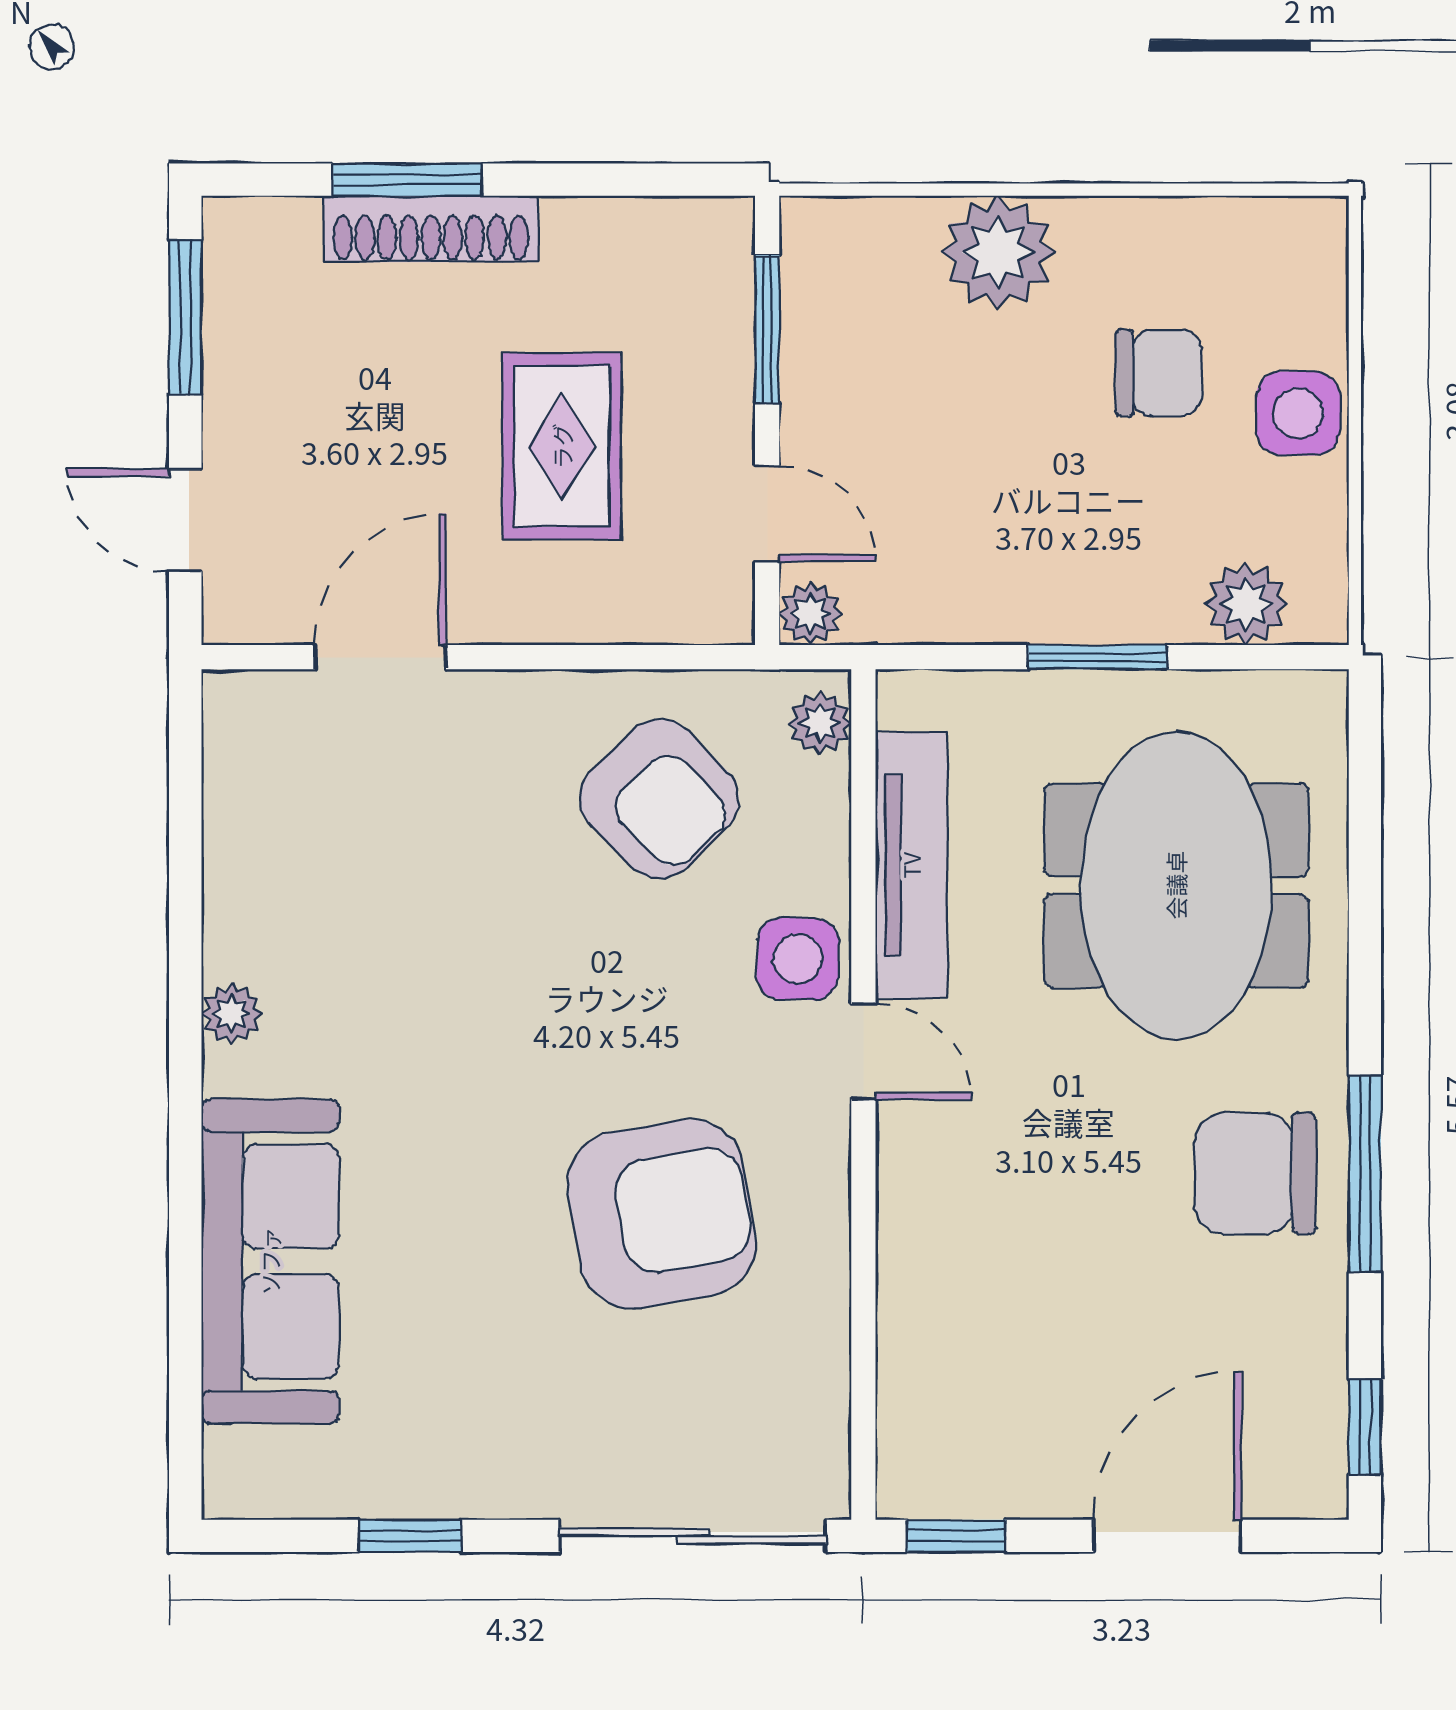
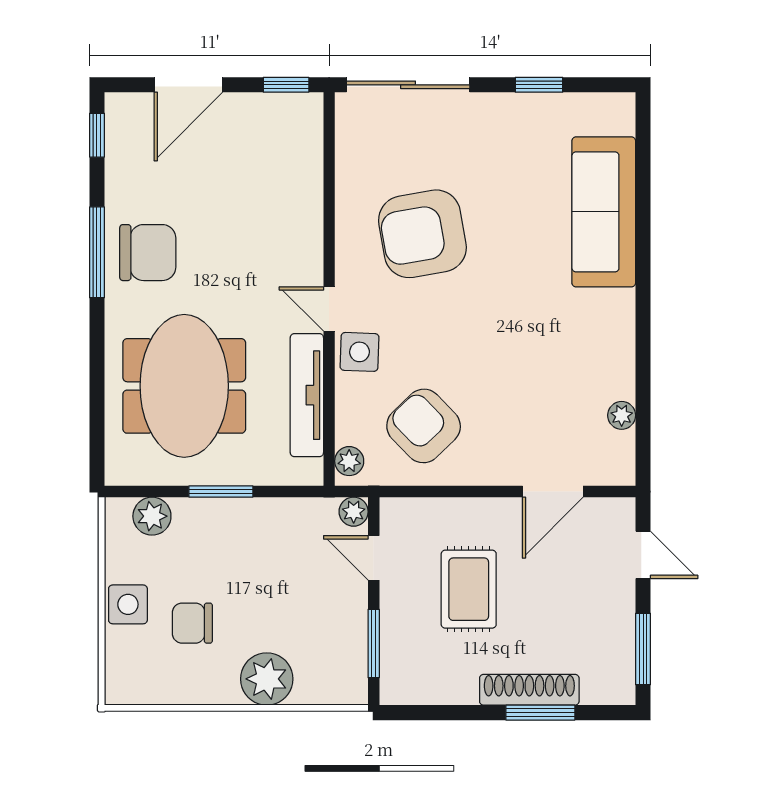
plant: (231, 1014) -> (622, 415), moved

